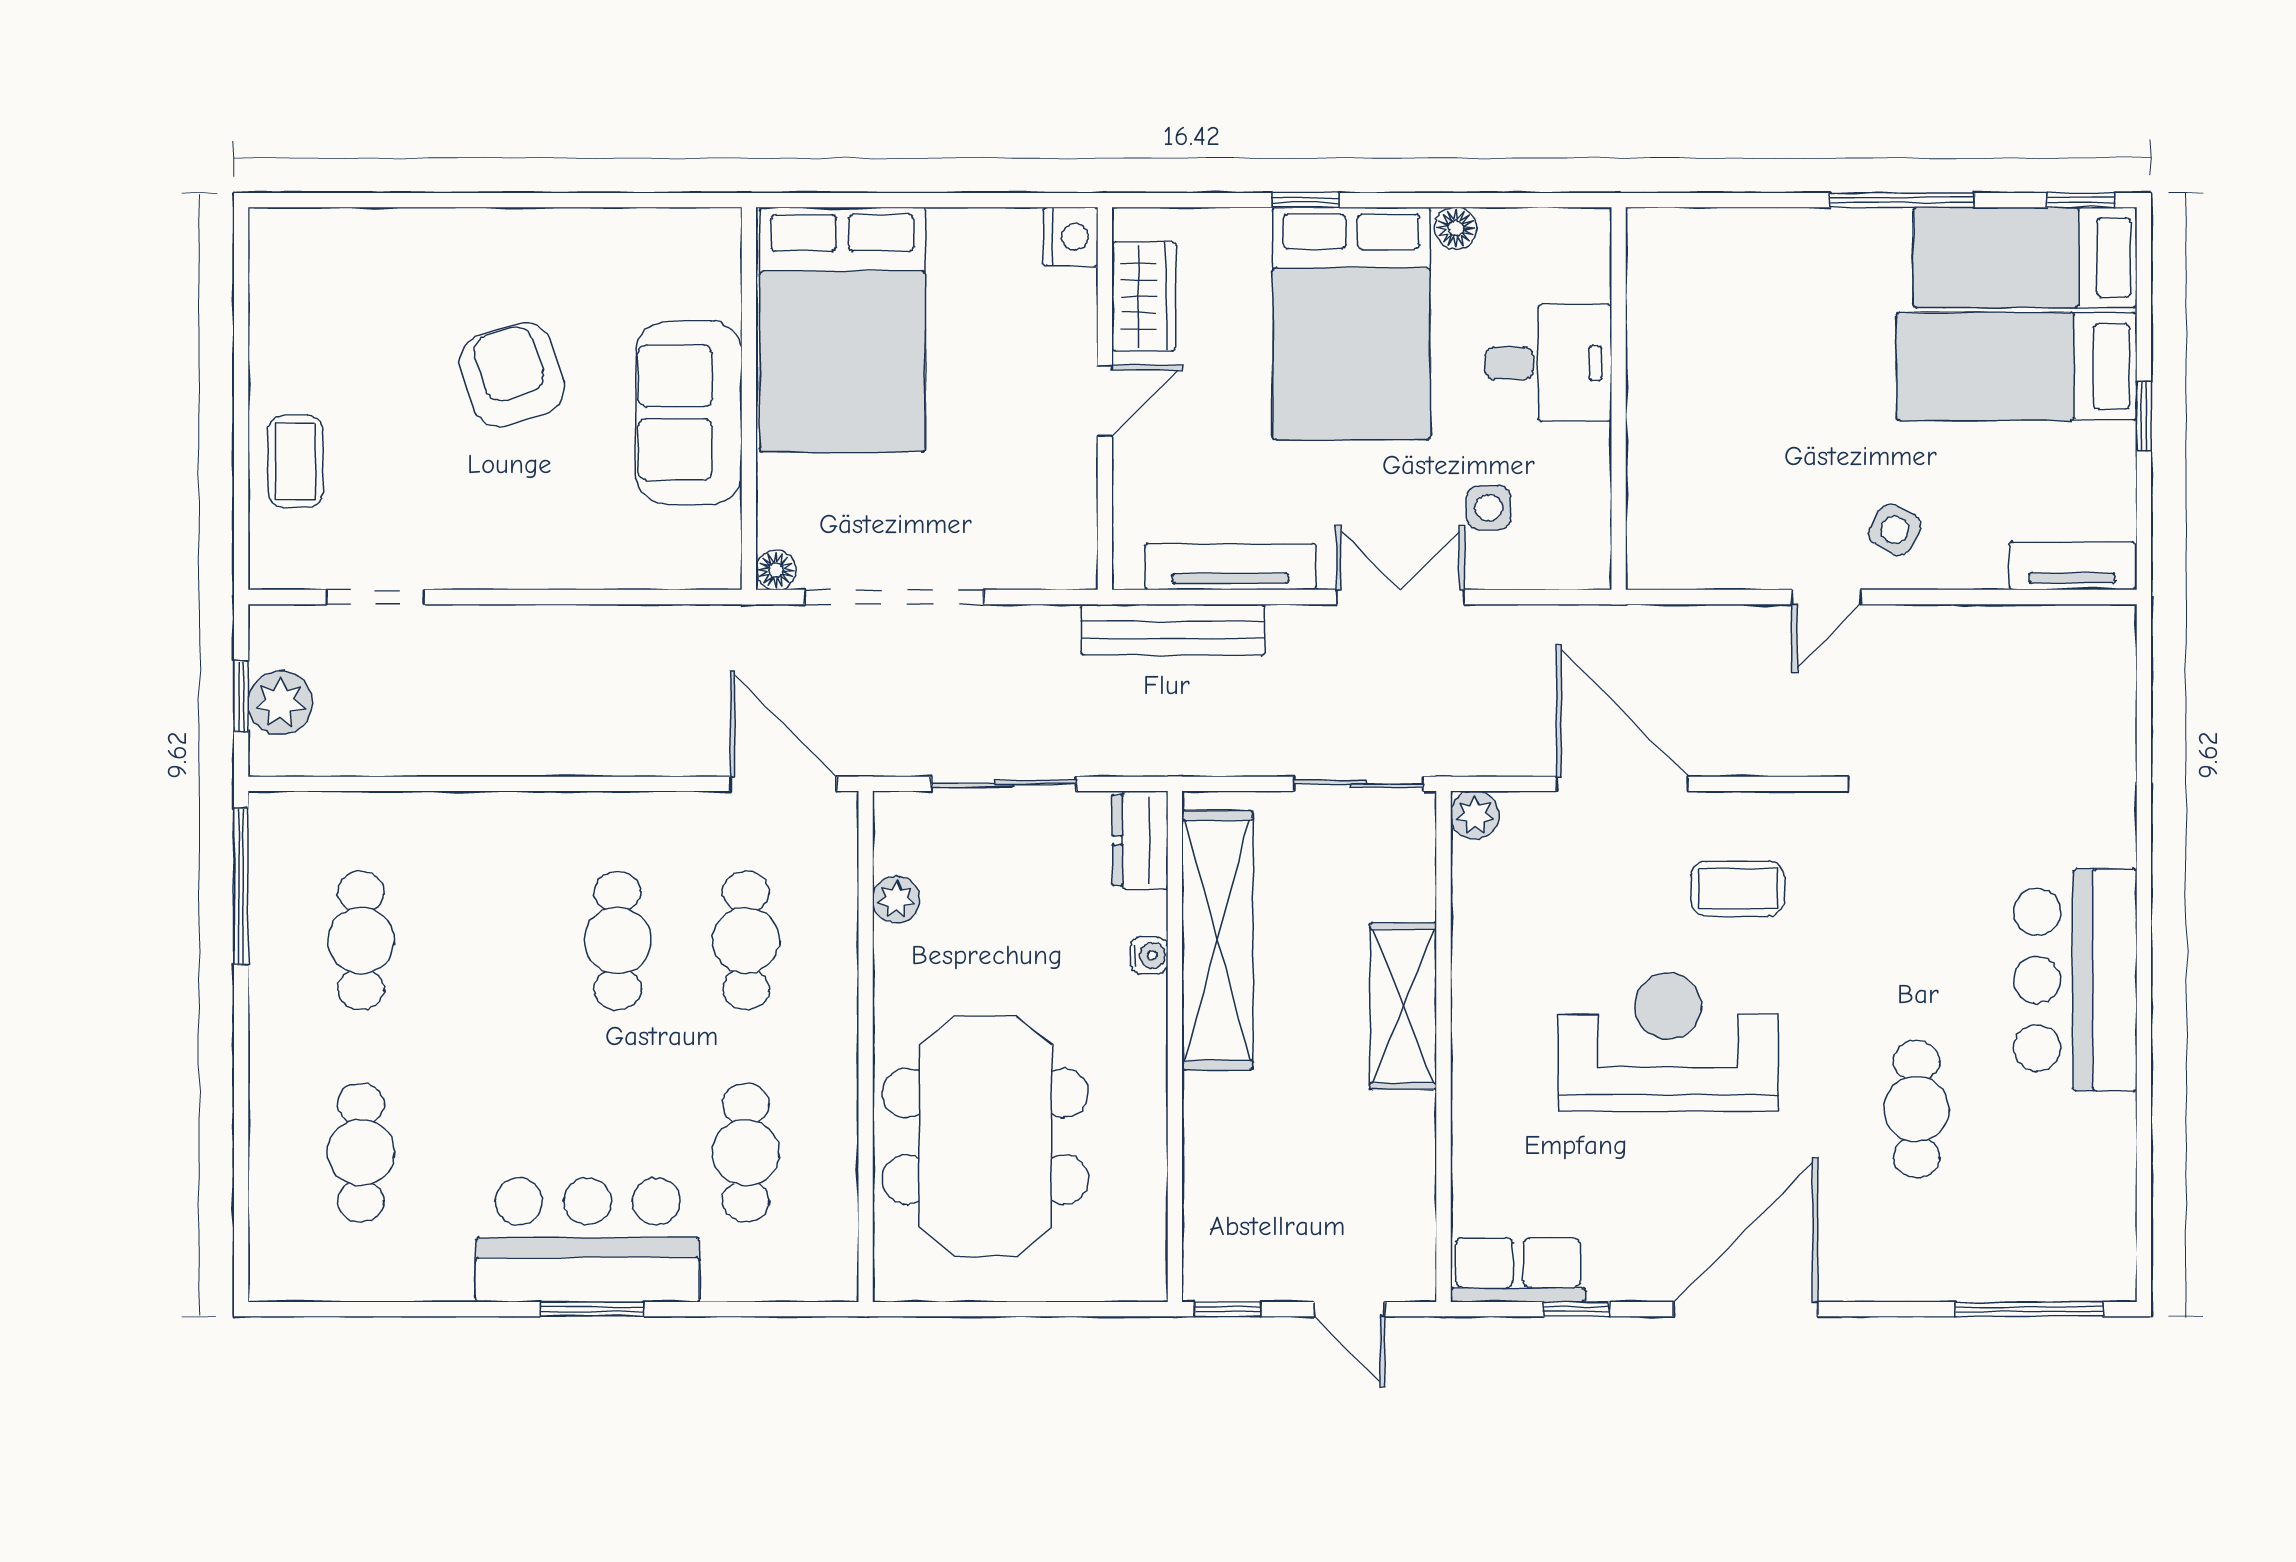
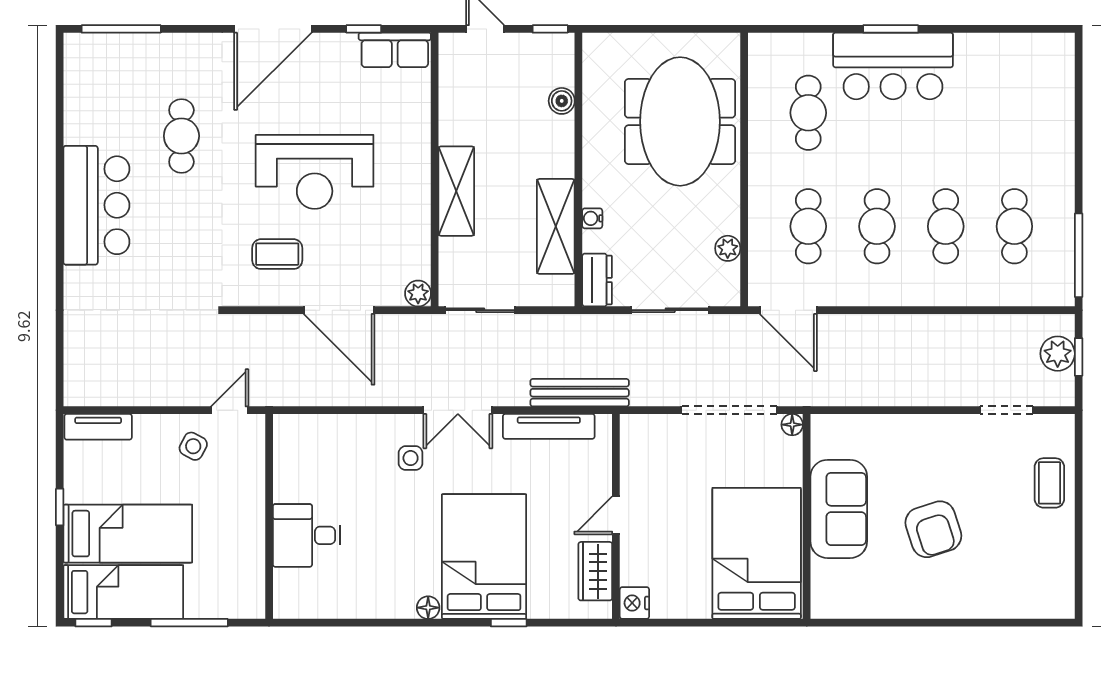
desk: (1548, 363) -> (307, 535), moved
wall: (1619, 399) -> (269, 516), moved
shelving: (1217, 940) -> (556, 226), width x0.68
cafe table: (361, 1152) -> (946, 226), moved
boiler: (1206, 1175) -> (562, 101), added

